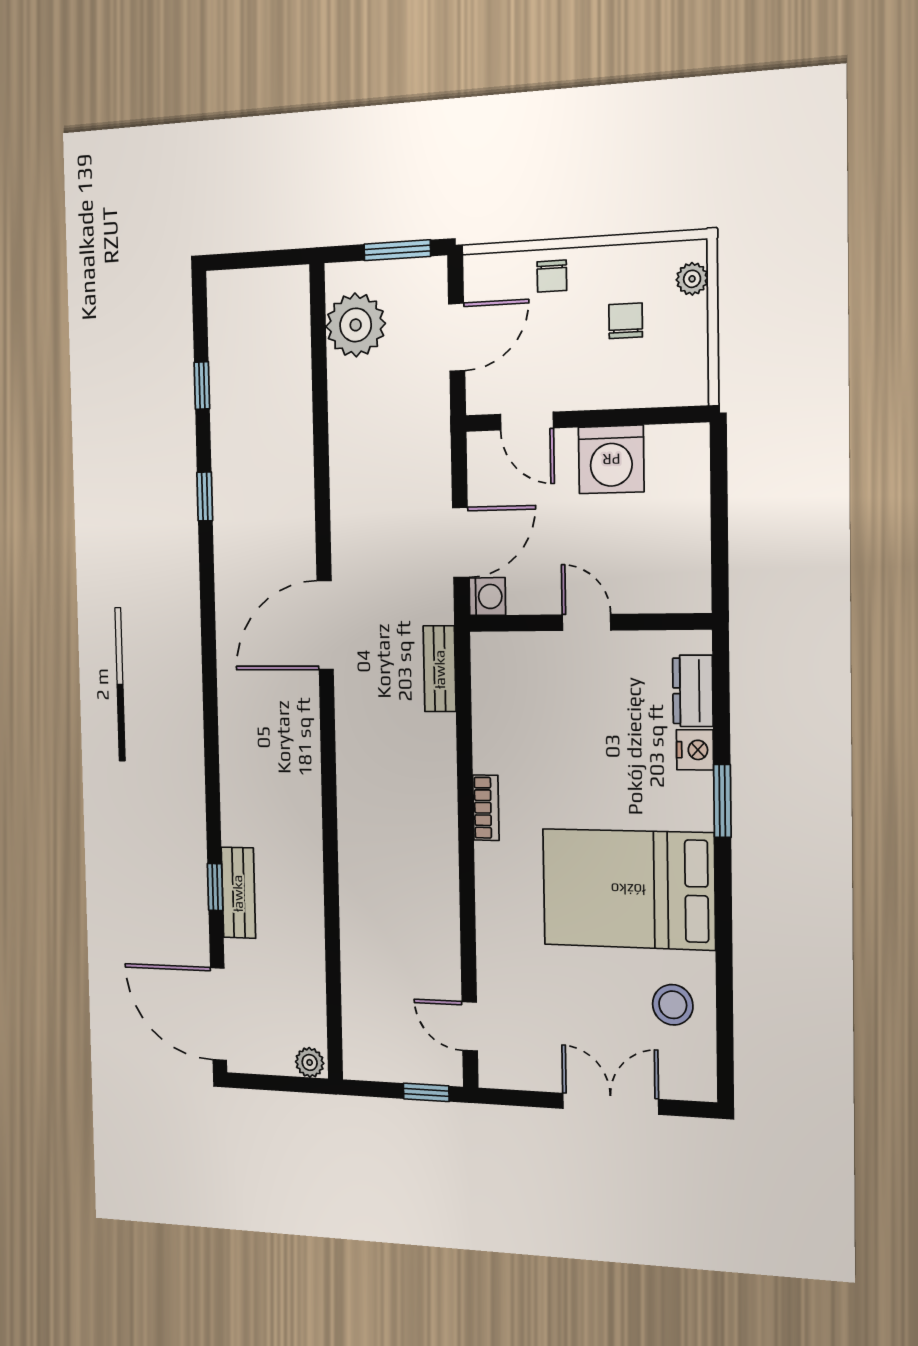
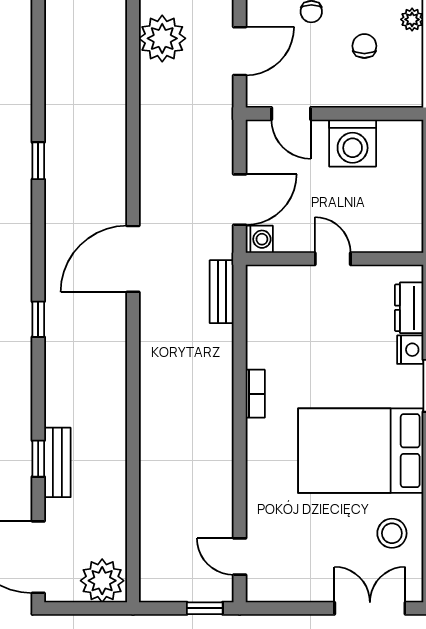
window: (202, 385) -> (38, 319), moved
plant: (310, 1062) -> (102, 581), width x1.88, depth x1.88
double door: (610, 1104) -> (370, 608), moved

